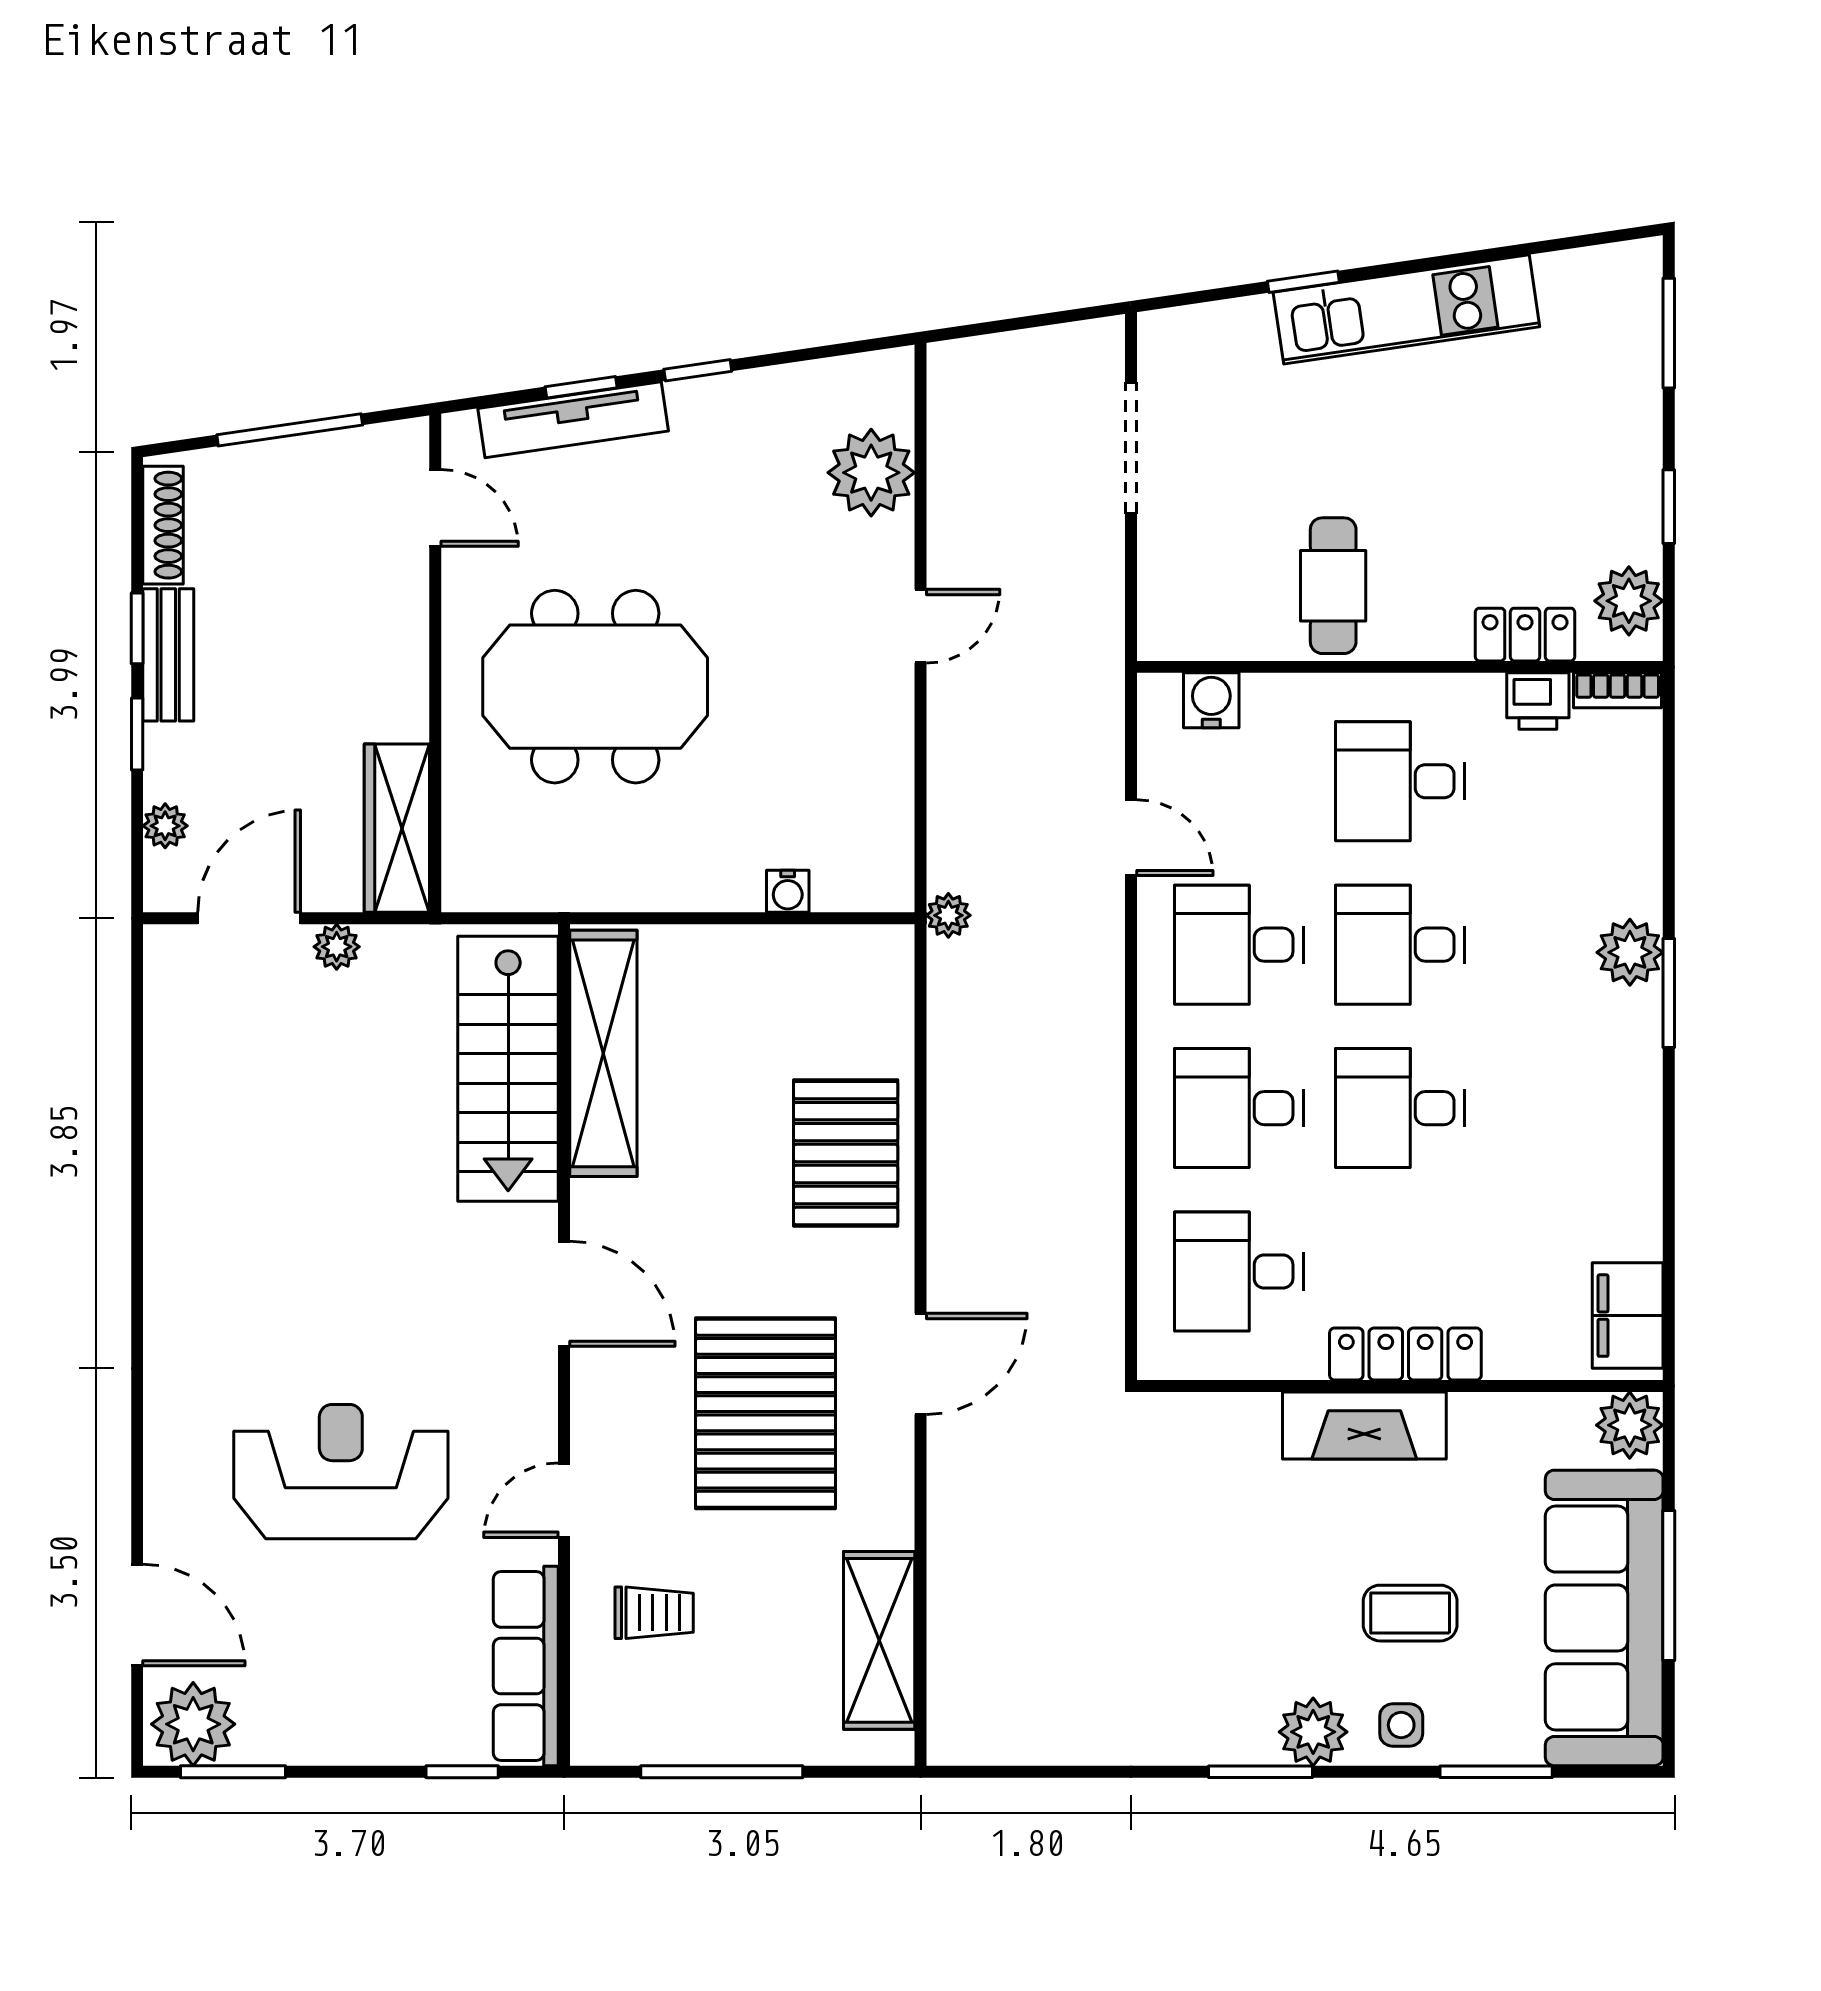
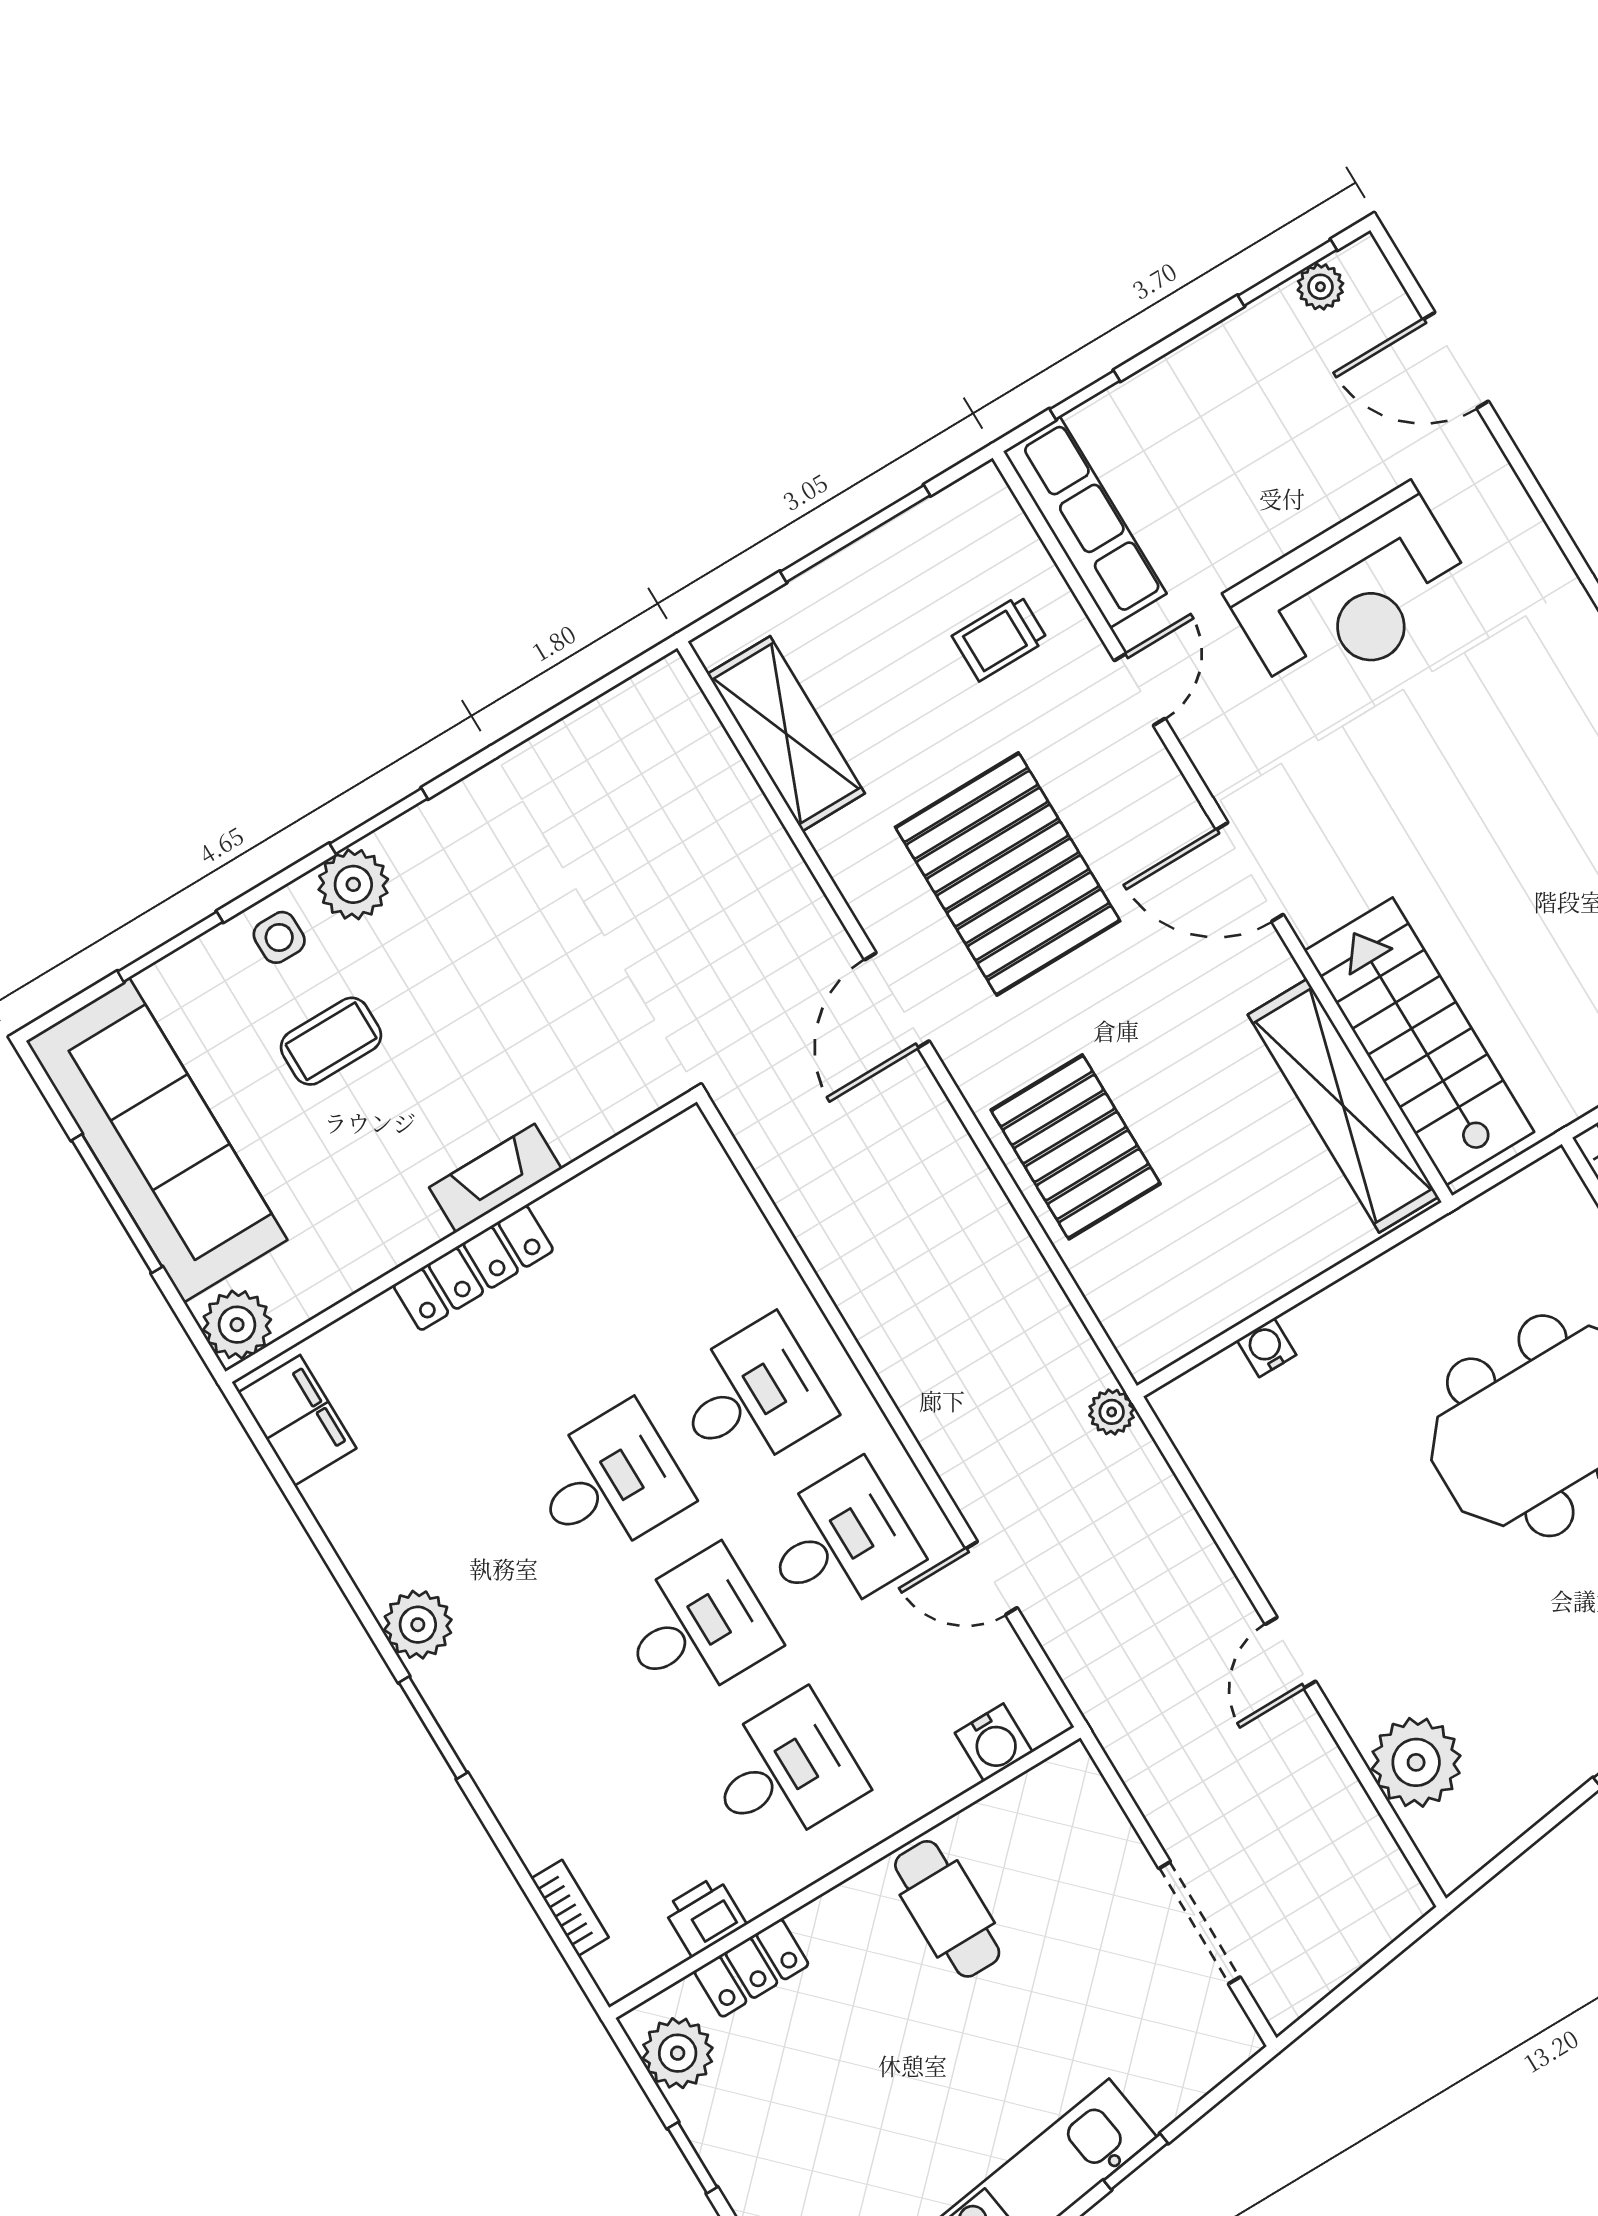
bookcase: (1618, 690) -> (570, 1908), moved, turned 90
plant: (1630, 952) -> (418, 1625), moved
desk: (1239, 1272) -> (665, 1252), removed
fireplace: (1364, 1425) -> (495, 1178), width x0.73, depth x0.76
plant: (193, 1724) -> (1320, 287), width x0.53, depth x0.53

